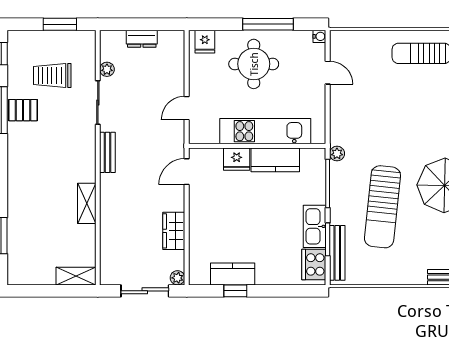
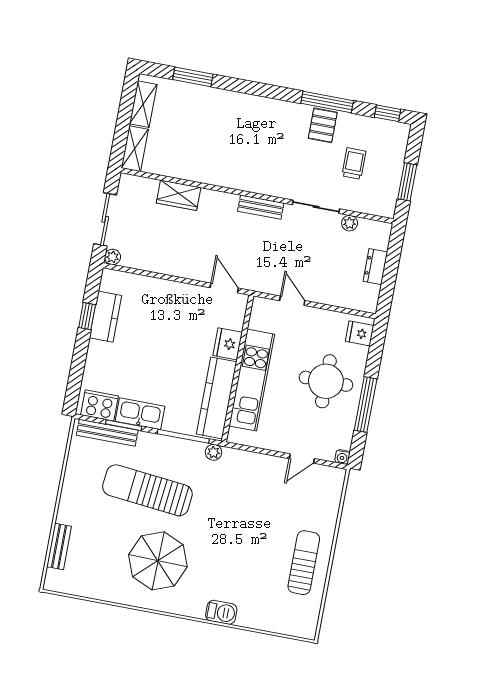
trolley: (52, 76) -> (354, 163), width x0.73, depth x0.72
kitchen counter: (275, 160) -> (217, 398), width x1.50
shelving: (87, 203) -> (143, 104), moved, turned 90
wardrobe: (174, 231) -> (179, 195), moved, turned 180

